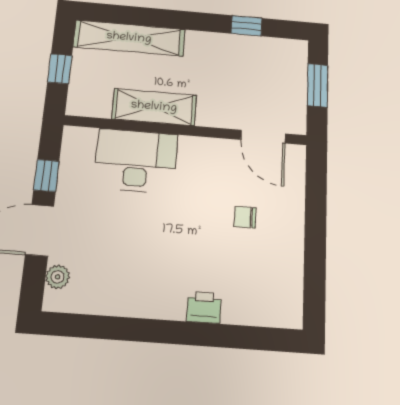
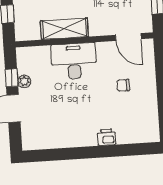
desk: (136, 161) -> (74, 61), moved
plant: (58, 277) -> (24, 81), moved

